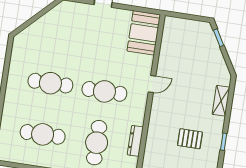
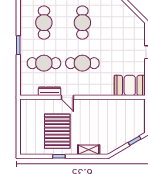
door: (152, 84) -> (67, 97), moved
cafe table: (104, 91) -> (82, 63), turned 90
pallet: (190, 139) -> (57, 131), width x2.05, depth x2.00

